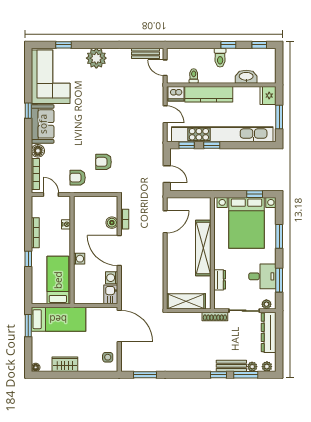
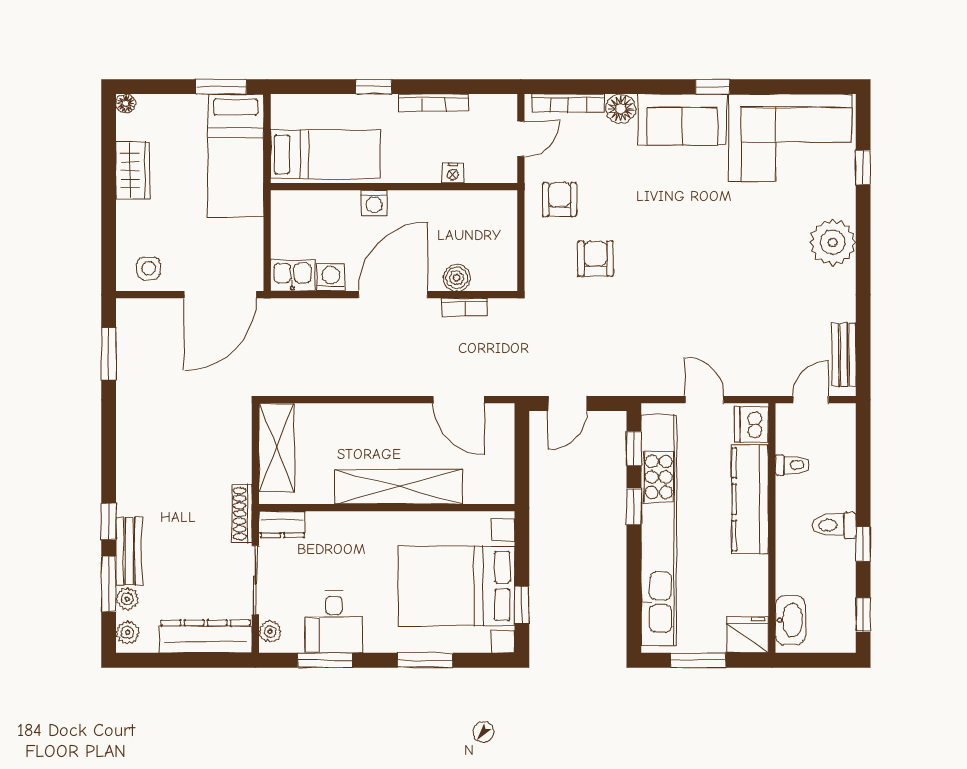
washbasin: (246, 77) -> (790, 620), moved
door: (165, 114) -> (705, 400), swing flipped
dresser: (220, 280) -> (282, 524), moved

